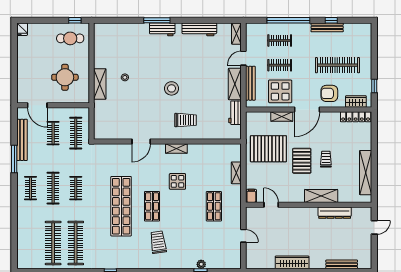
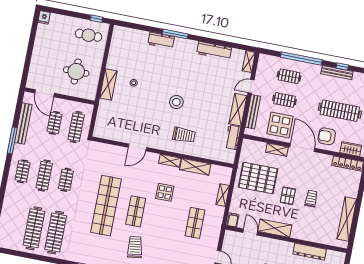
workbench: (162, 29) -> (161, 40), moved
door: (307, 110) -> (302, 148), swing flipped
shelving: (203, 150) -> (195, 167), added
pallet: (302, 161) -> (288, 196), width x0.67, depth x0.71
shelving: (321, 196) -> (275, 228), moved

